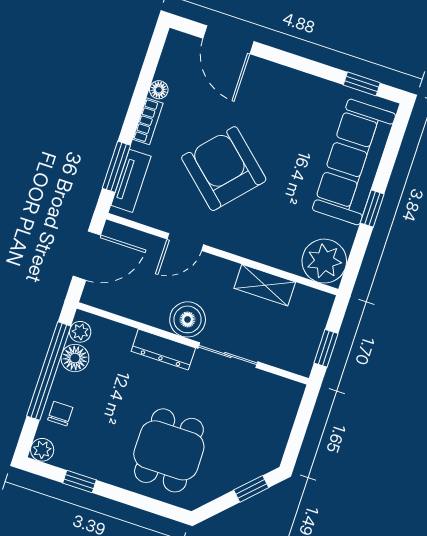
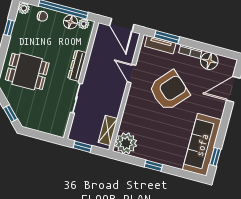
floor lamp: (159, 90) -> (209, 61), width x1.89, depth x1.89
sofa: (354, 162) -> (202, 145), moved, turned -90
shelving: (265, 285) -> (108, 130), moved
boiler: (188, 319) -> (93, 77), removed

